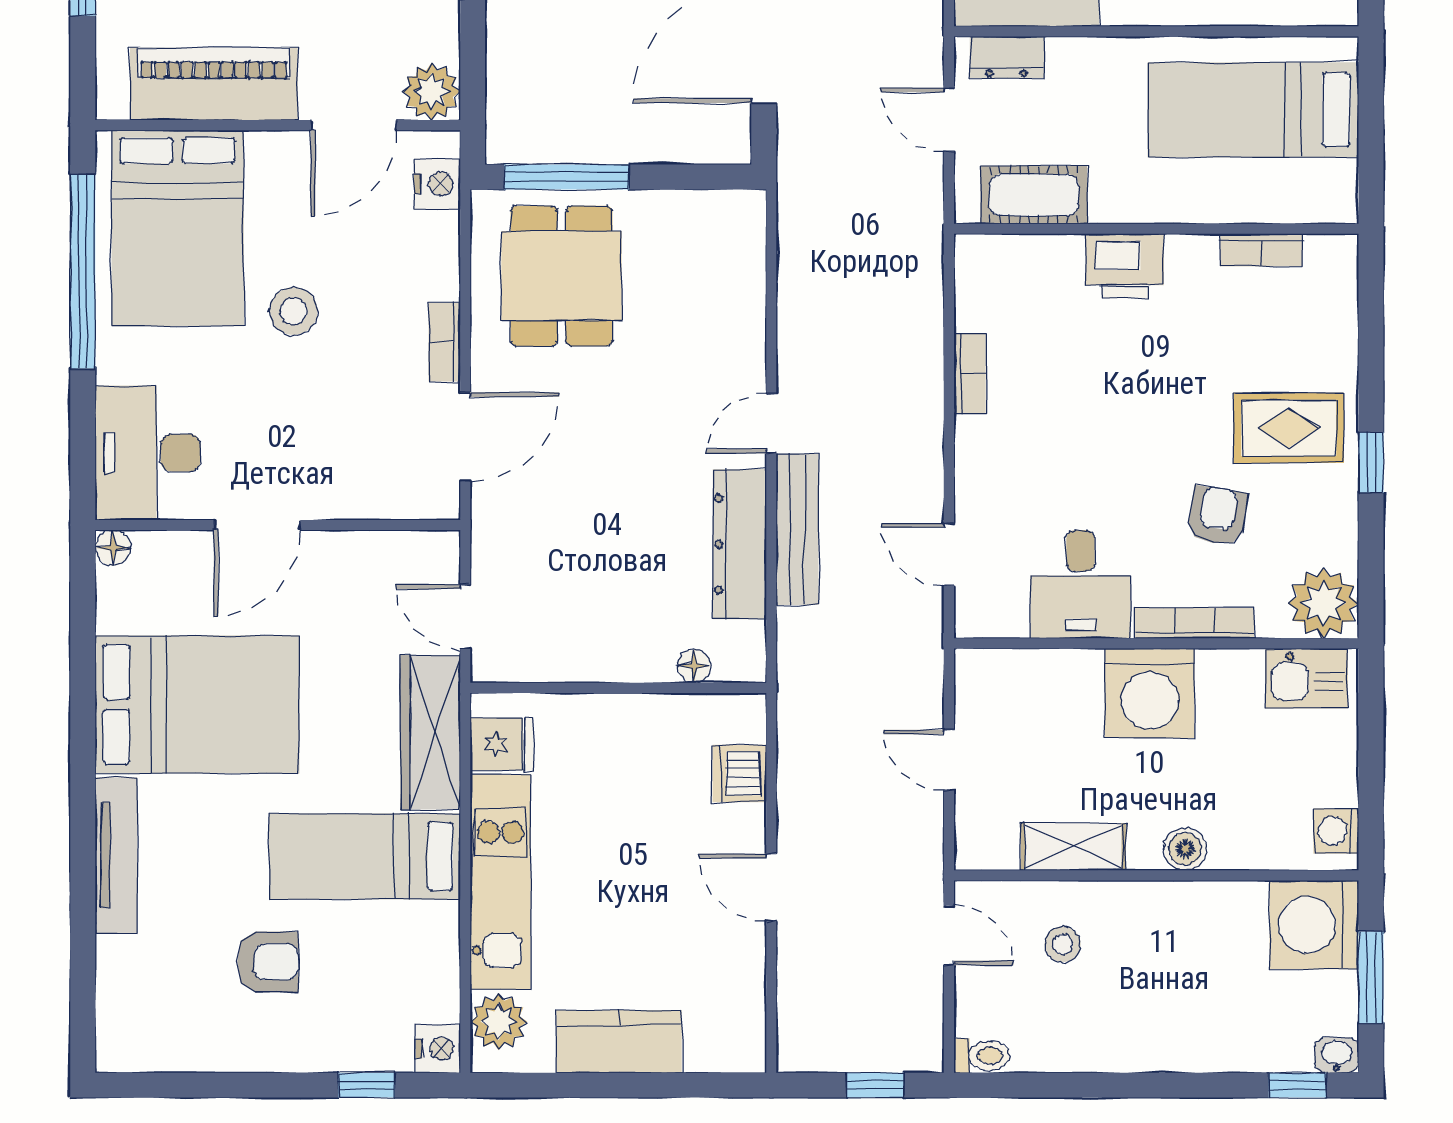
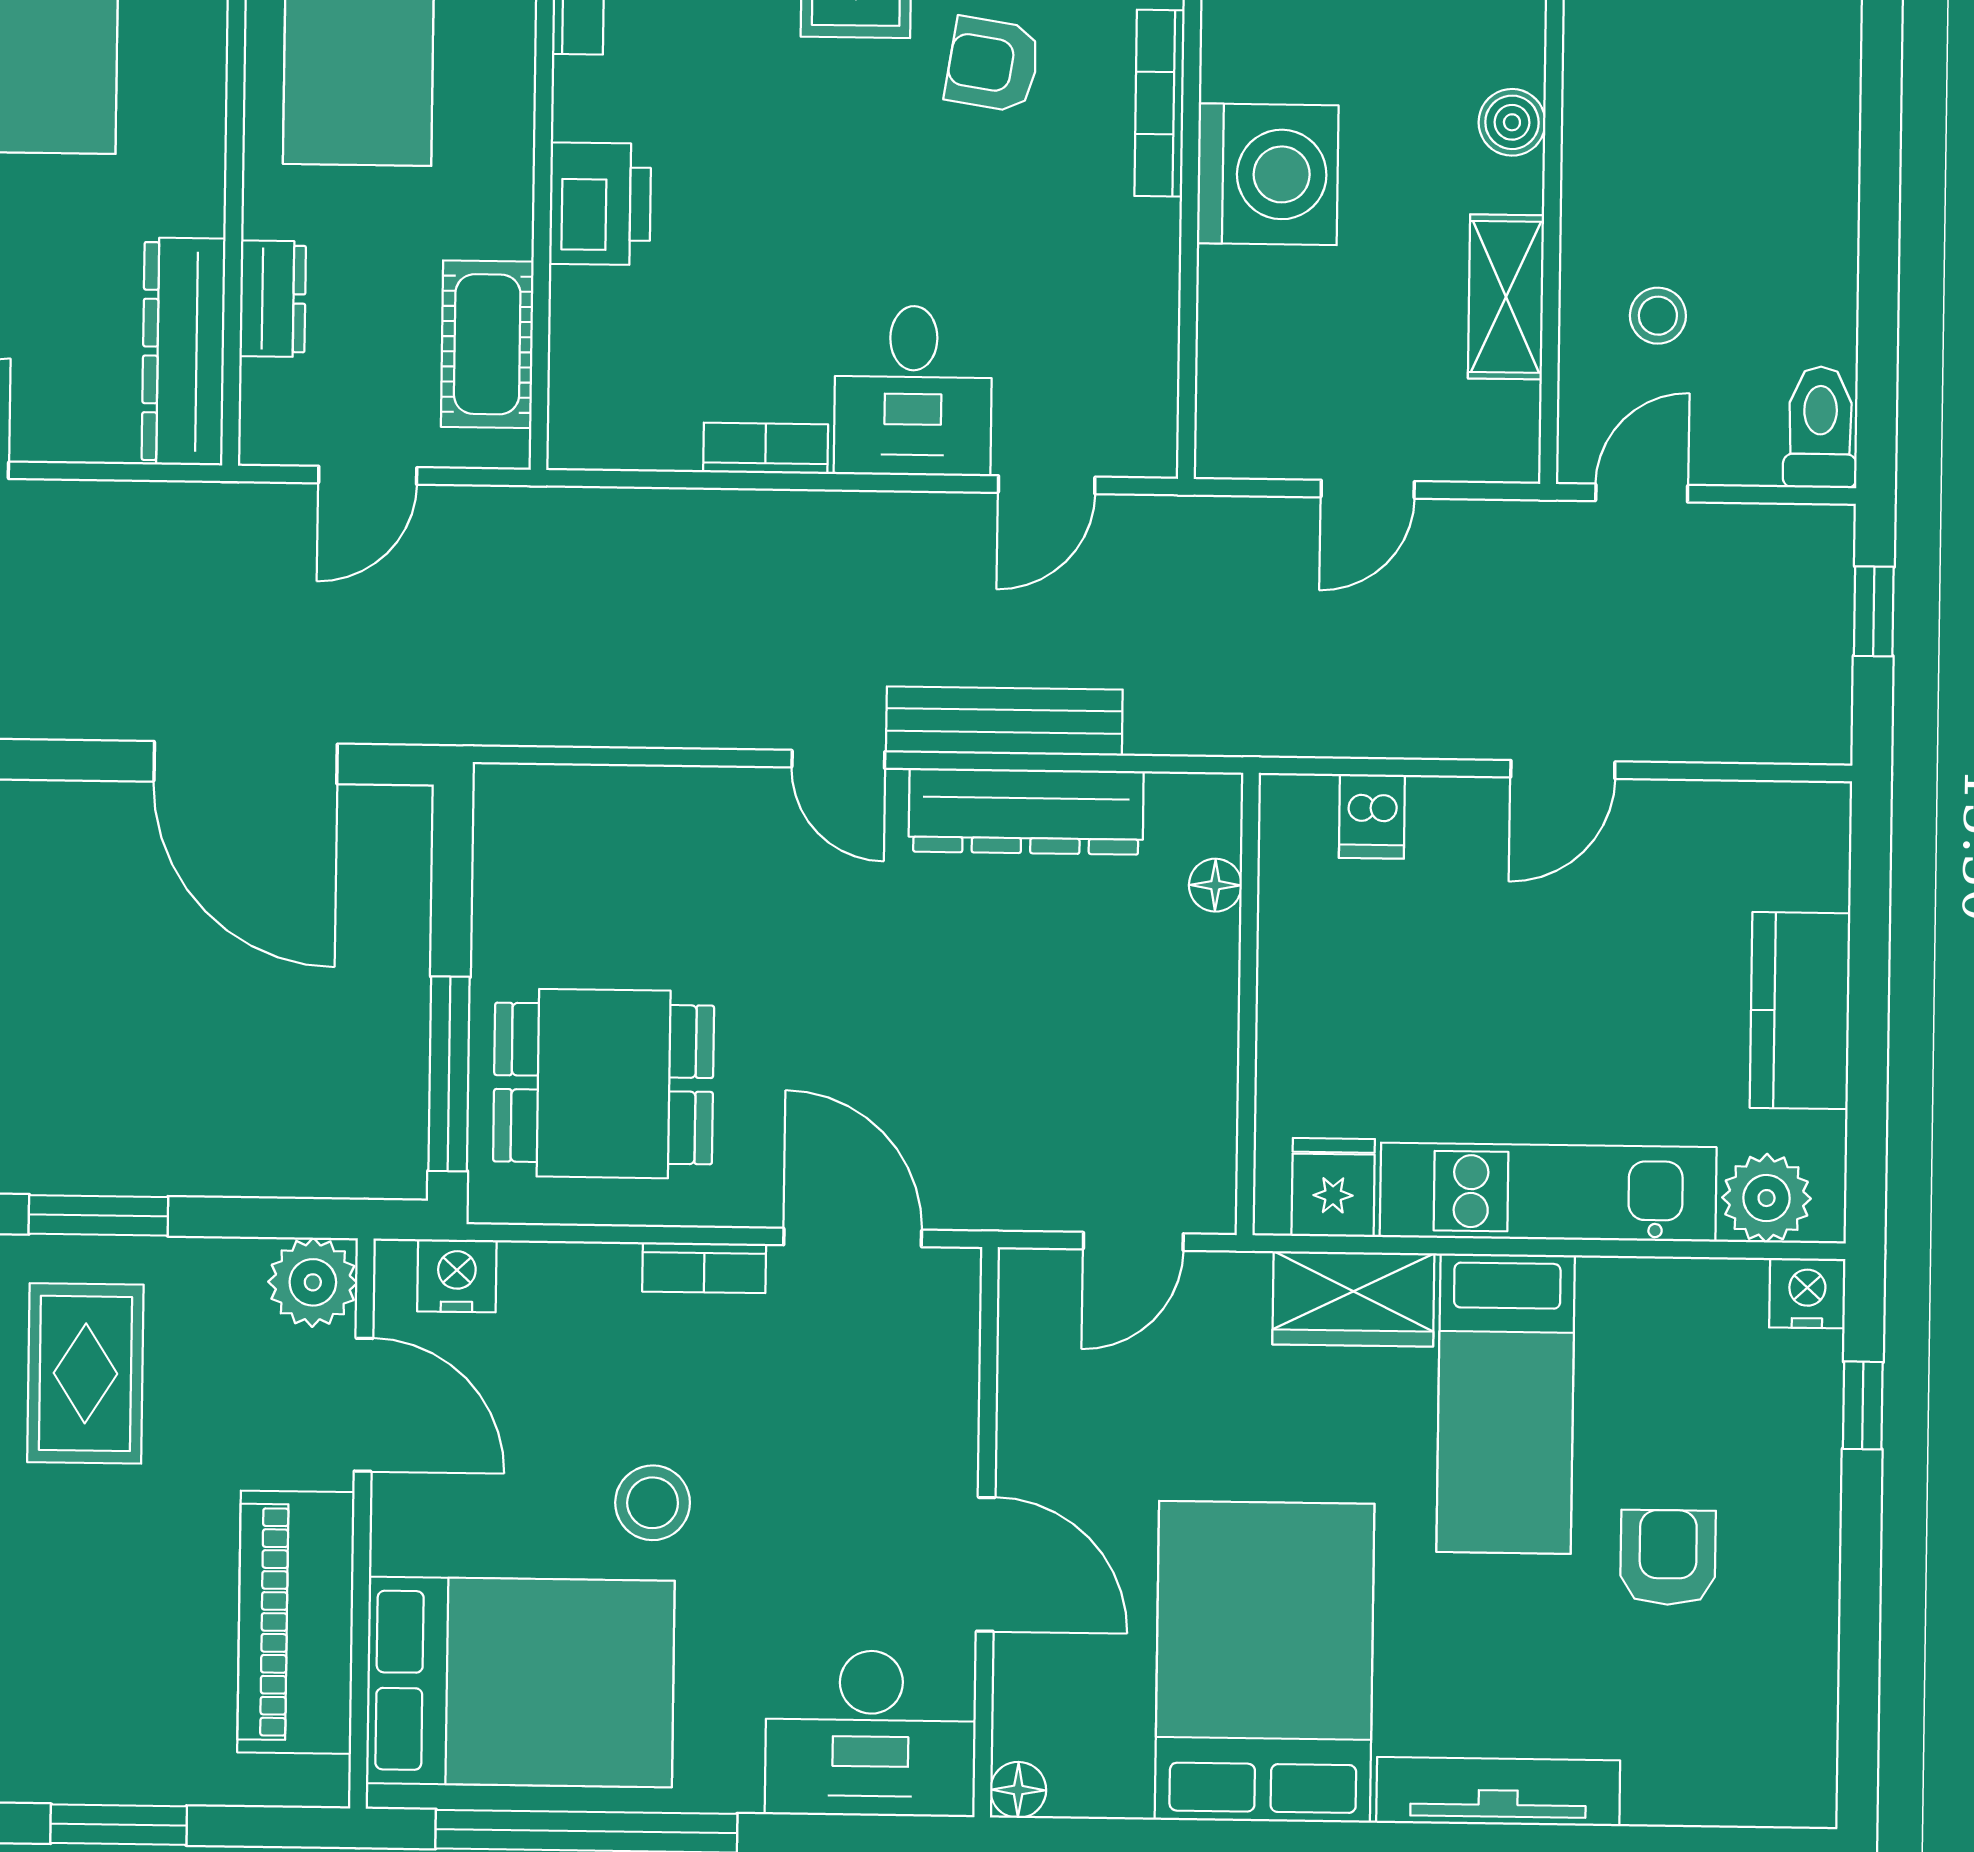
dresser: (1007, 57) -> (273, 299), moved
desk: (1080, 584) -> (913, 391), moved, turned 90
wardrobe: (430, 732) -> (1353, 1299), width x0.67
dishwasher: (739, 773) -> (1372, 816), width x0.73
toilet: (982, 1056) -> (1820, 427), width x1.37, depth x1.39

